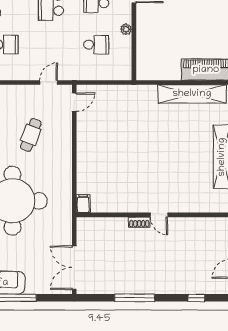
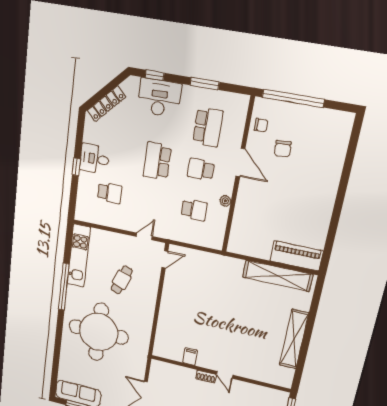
filing cabinet: (83, 204) -> (190, 357), moved

